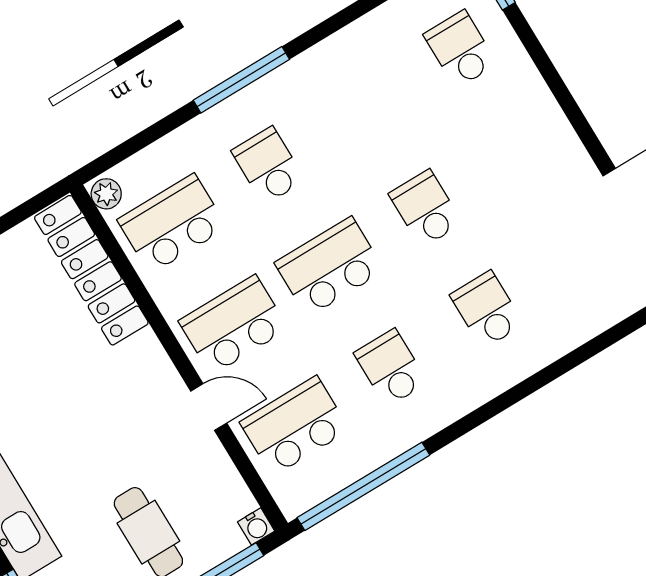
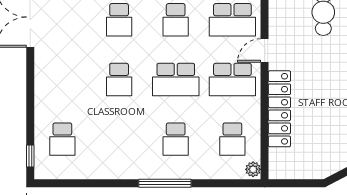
school desk: (172, 224) -> (232, 139), width x0.54
locker: (91, 270) -> (279, 109), moved
door: (209, 407) -> (265, 50), hinge flipped

